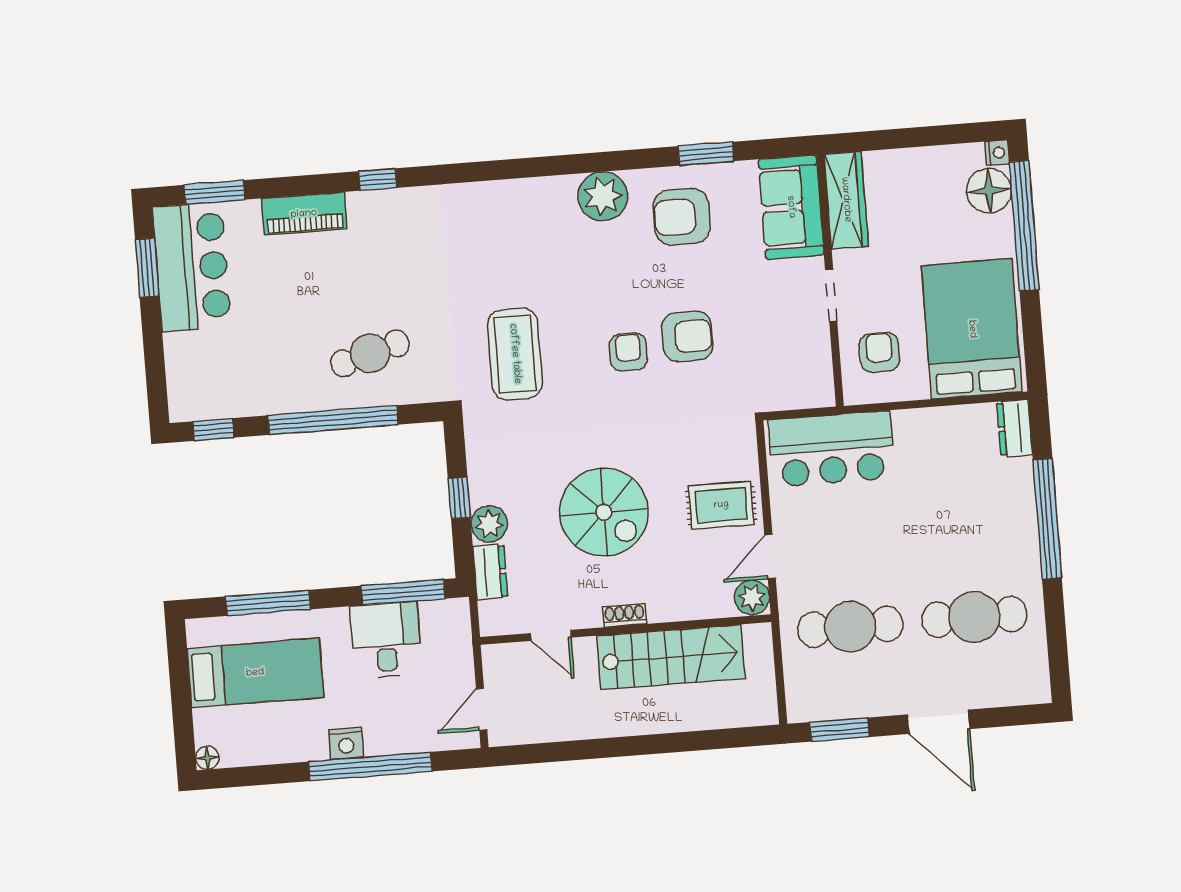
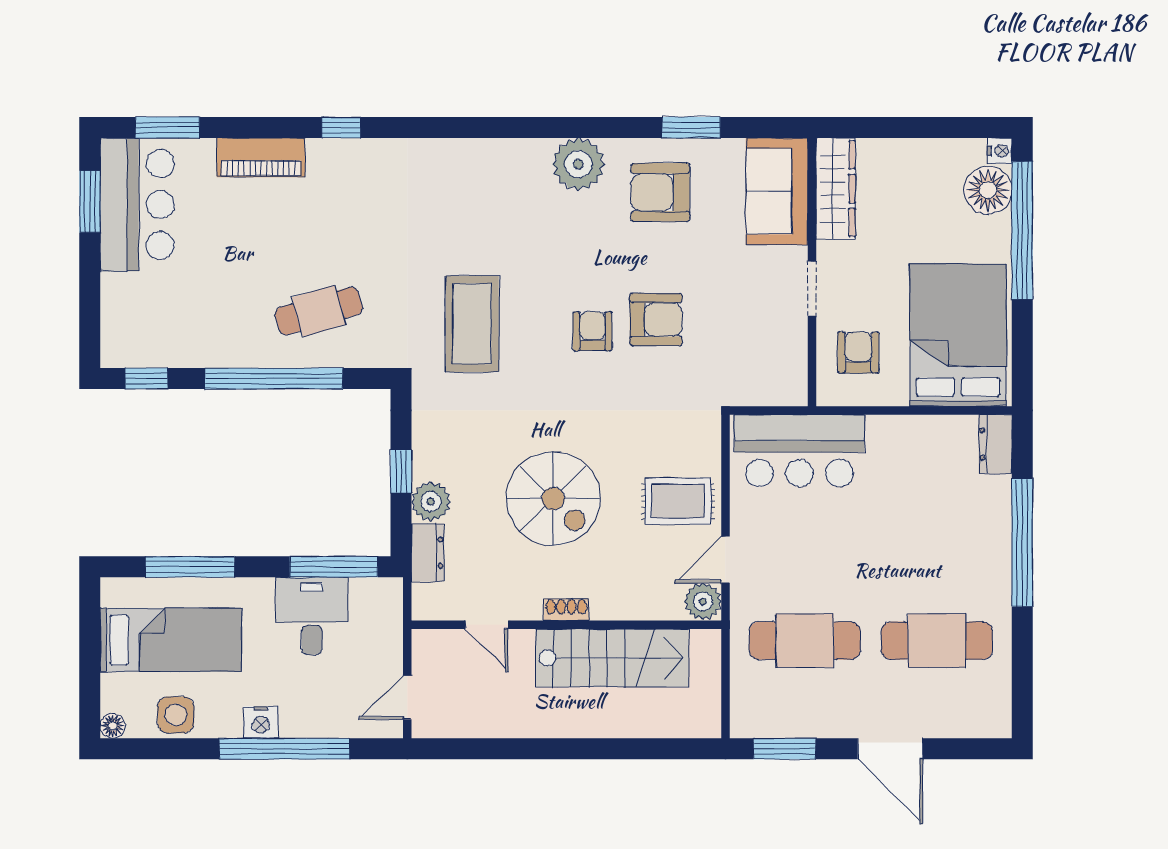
side table: (266, 743) -> (176, 715), added

